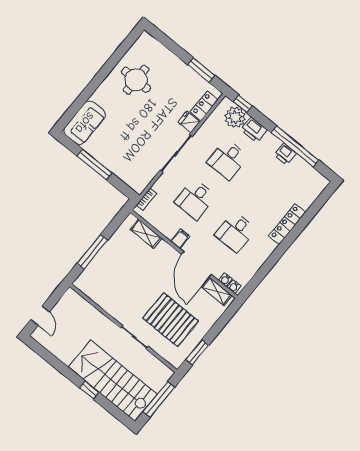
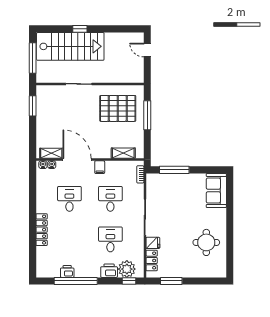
printer: (285, 154) -> (67, 271), moved
window: (95, 165) -> (174, 170), moved
pallet: (171, 320) -> (118, 108), moved

